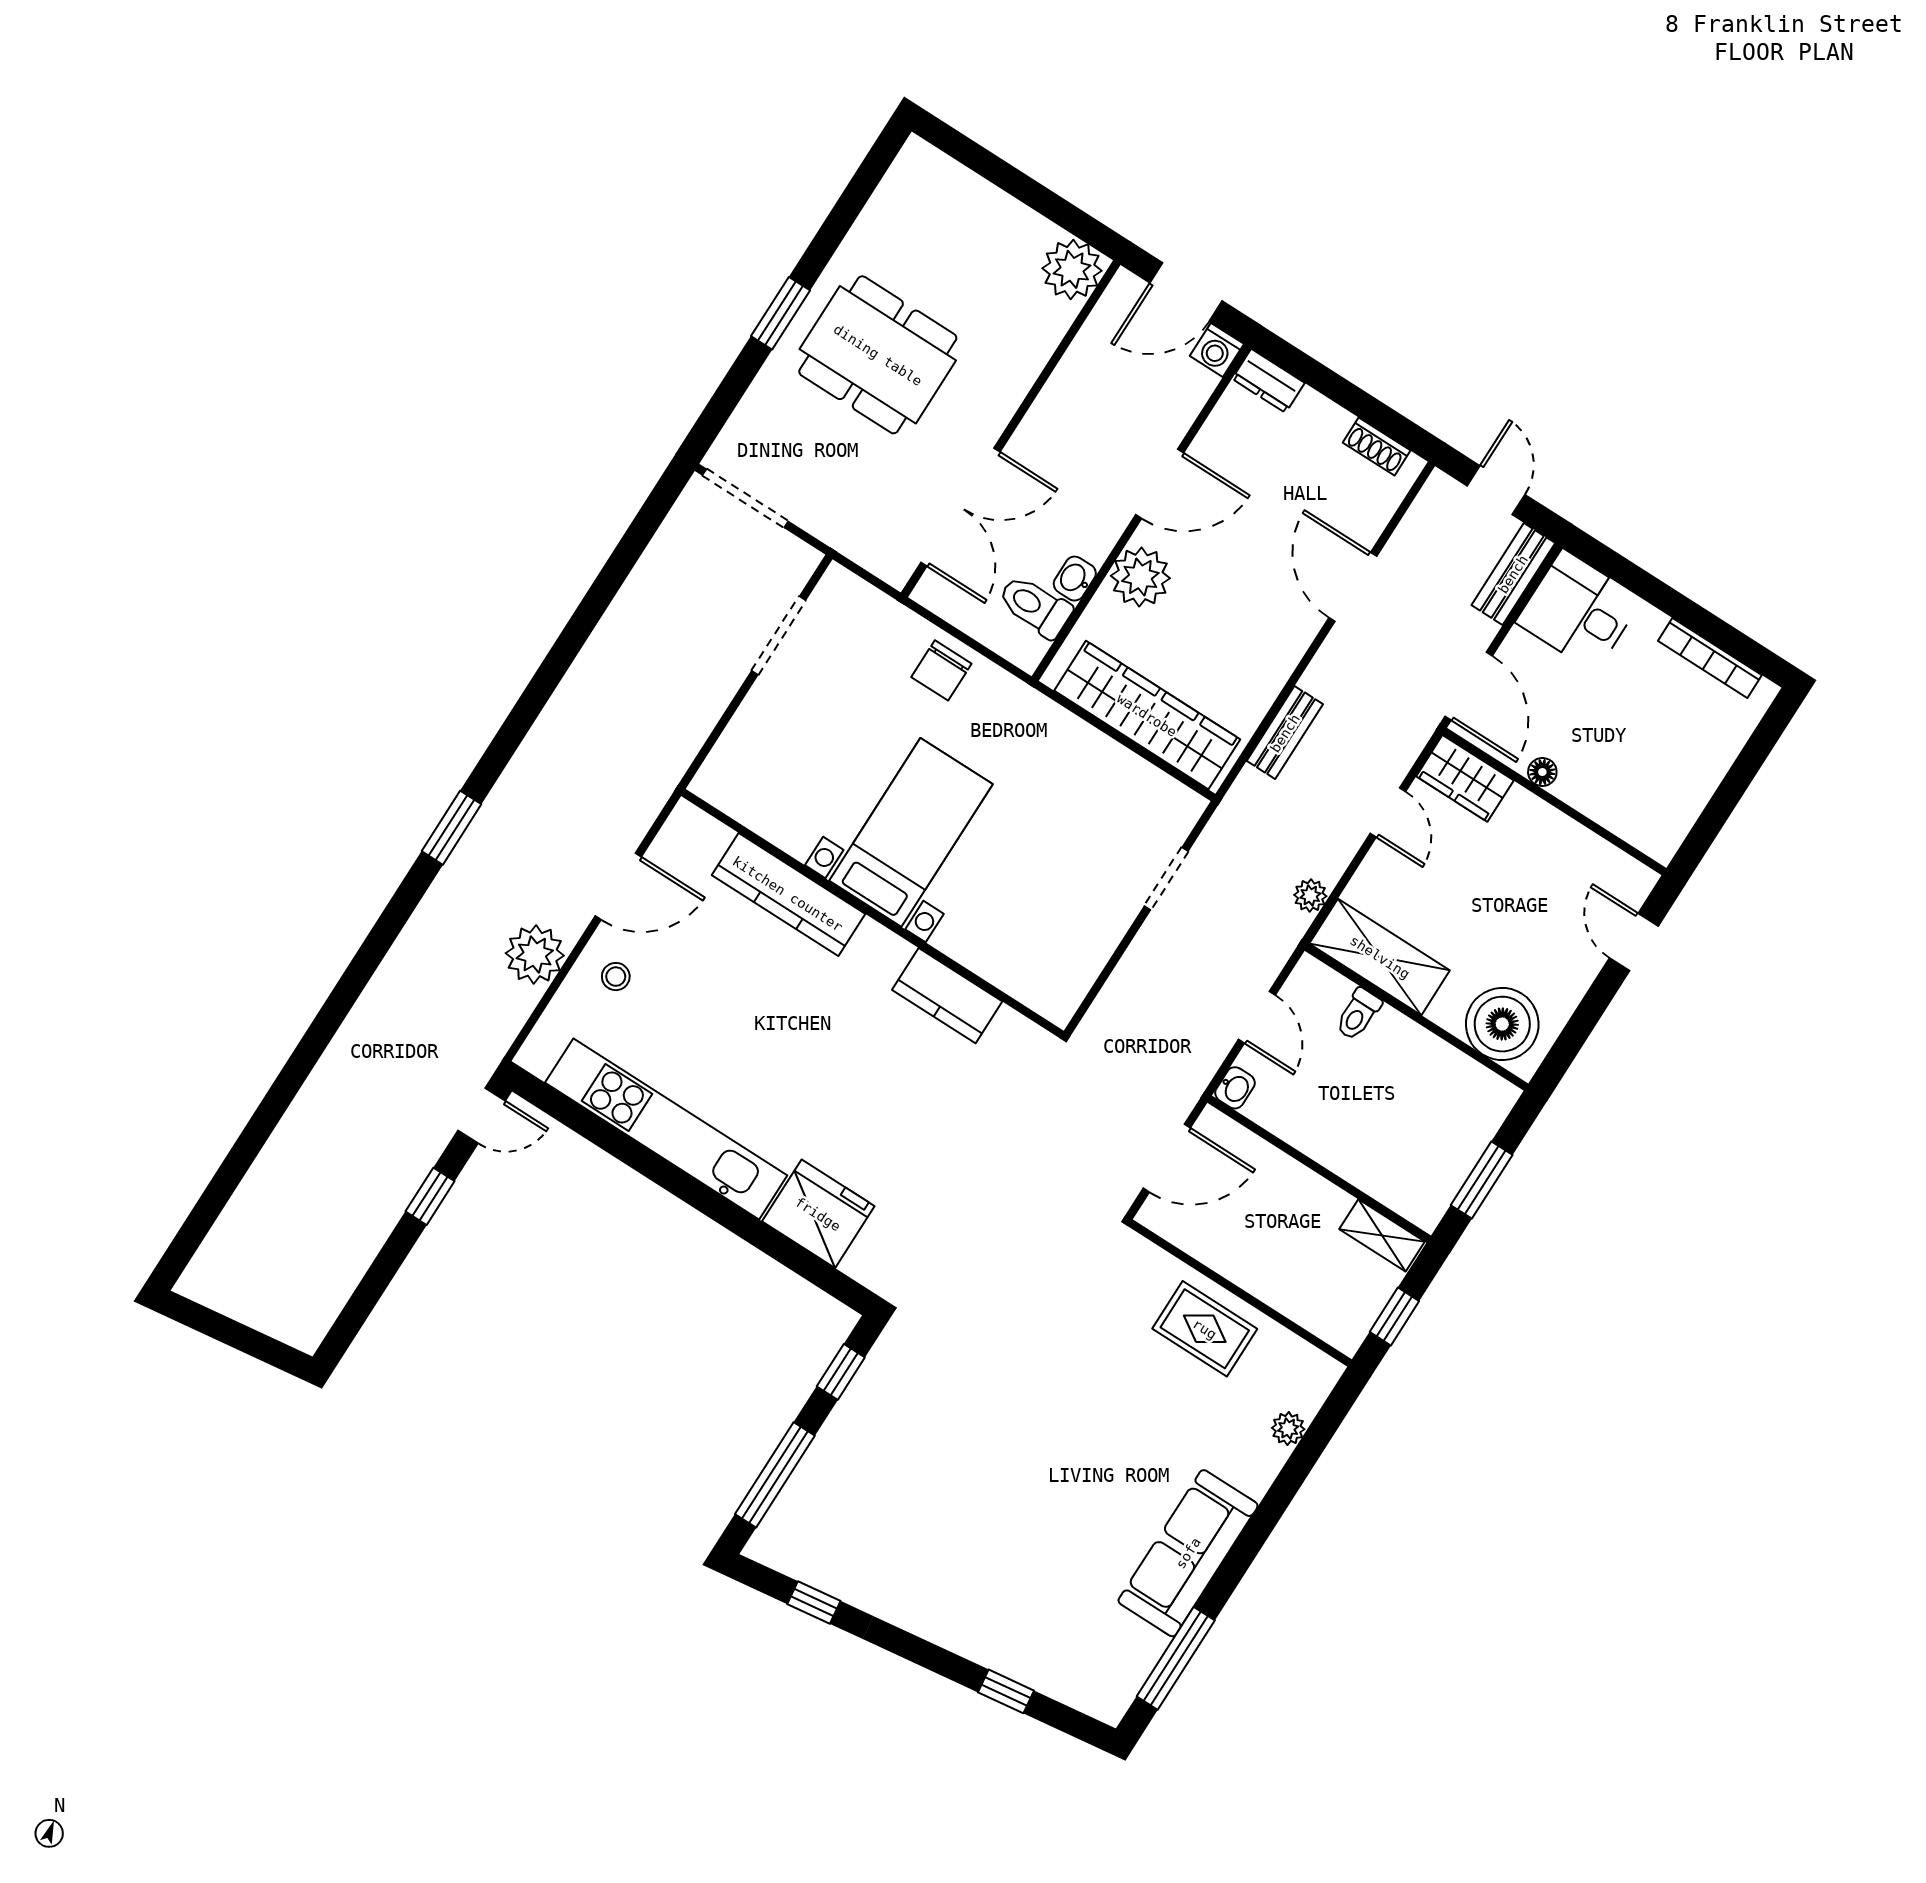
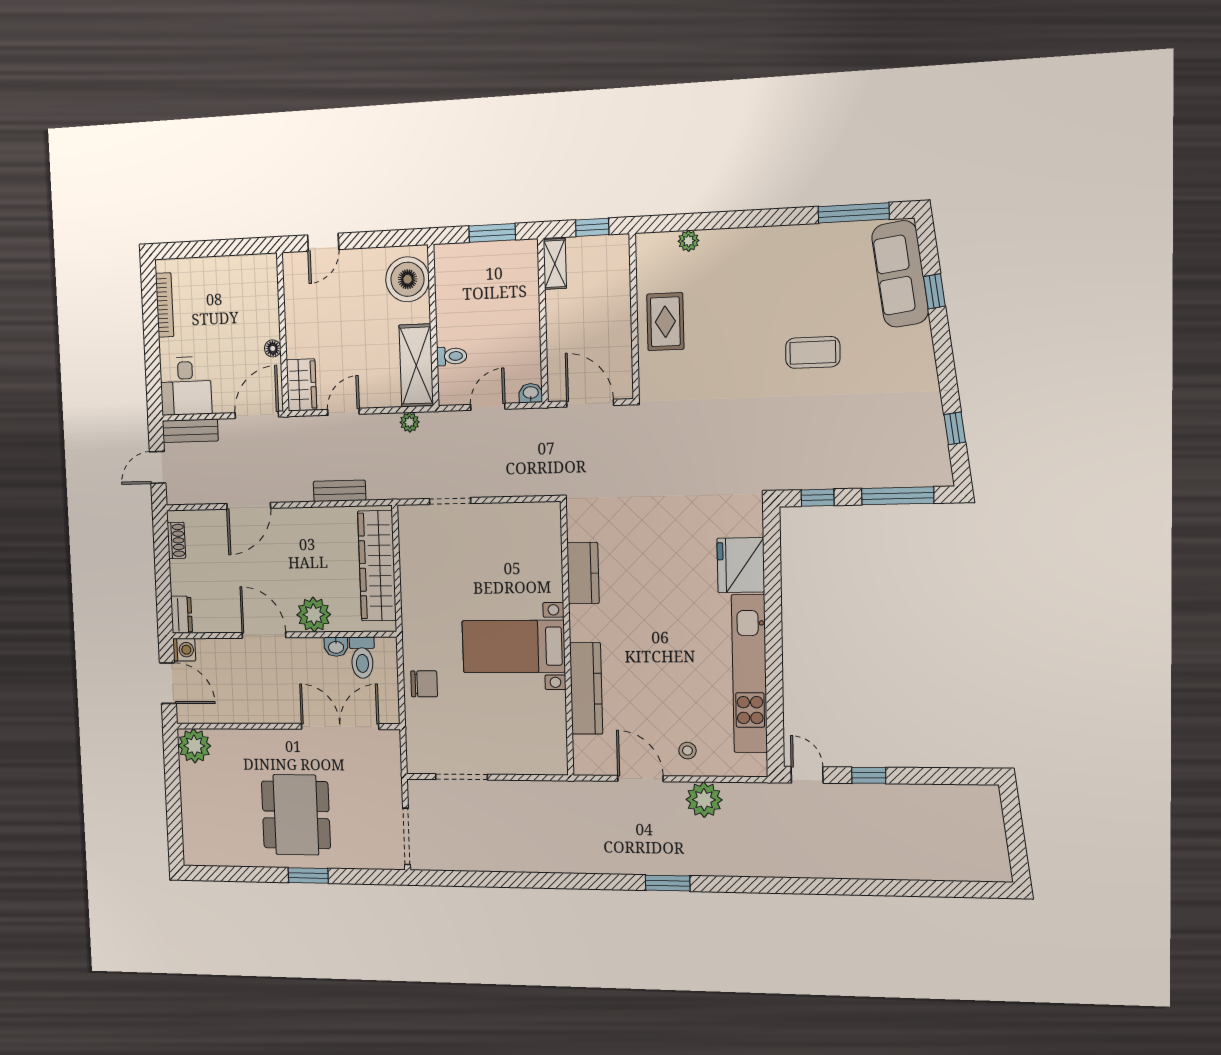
coffee table: (1033, 1490) -> (813, 352), added
sofa: (1188, 1553) -> (900, 274), moved, turned 82

